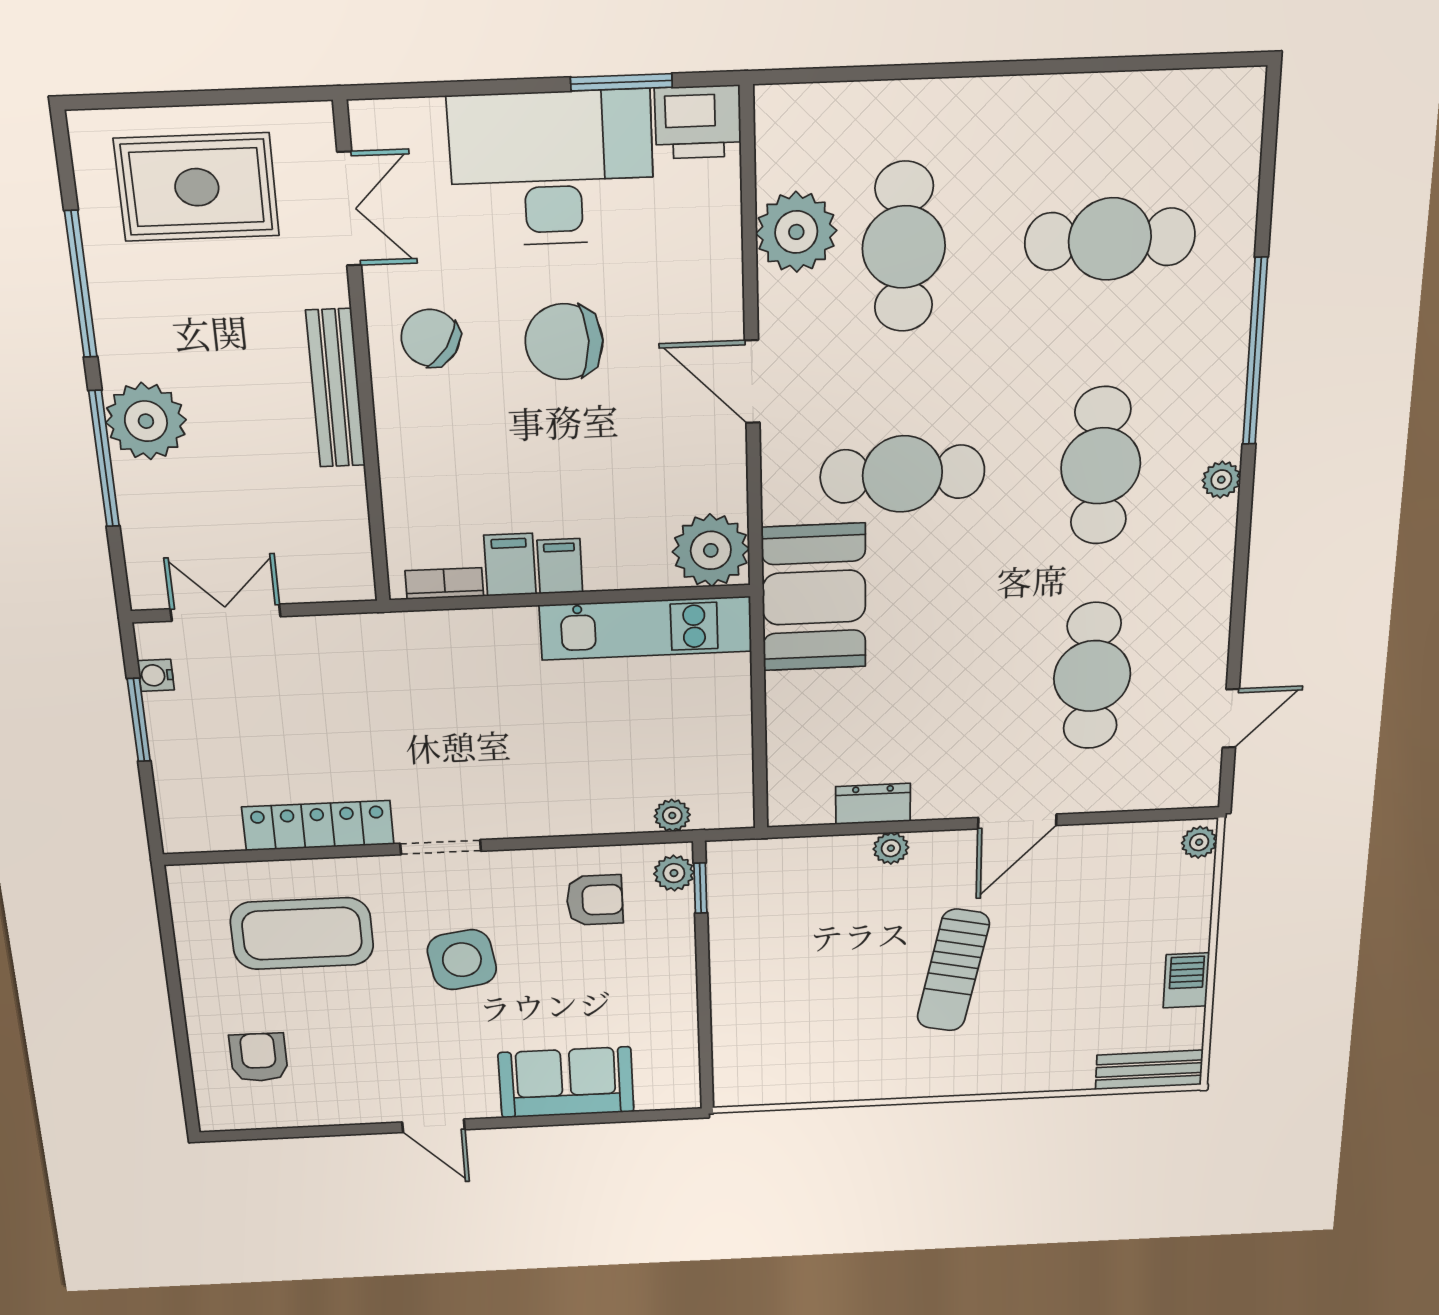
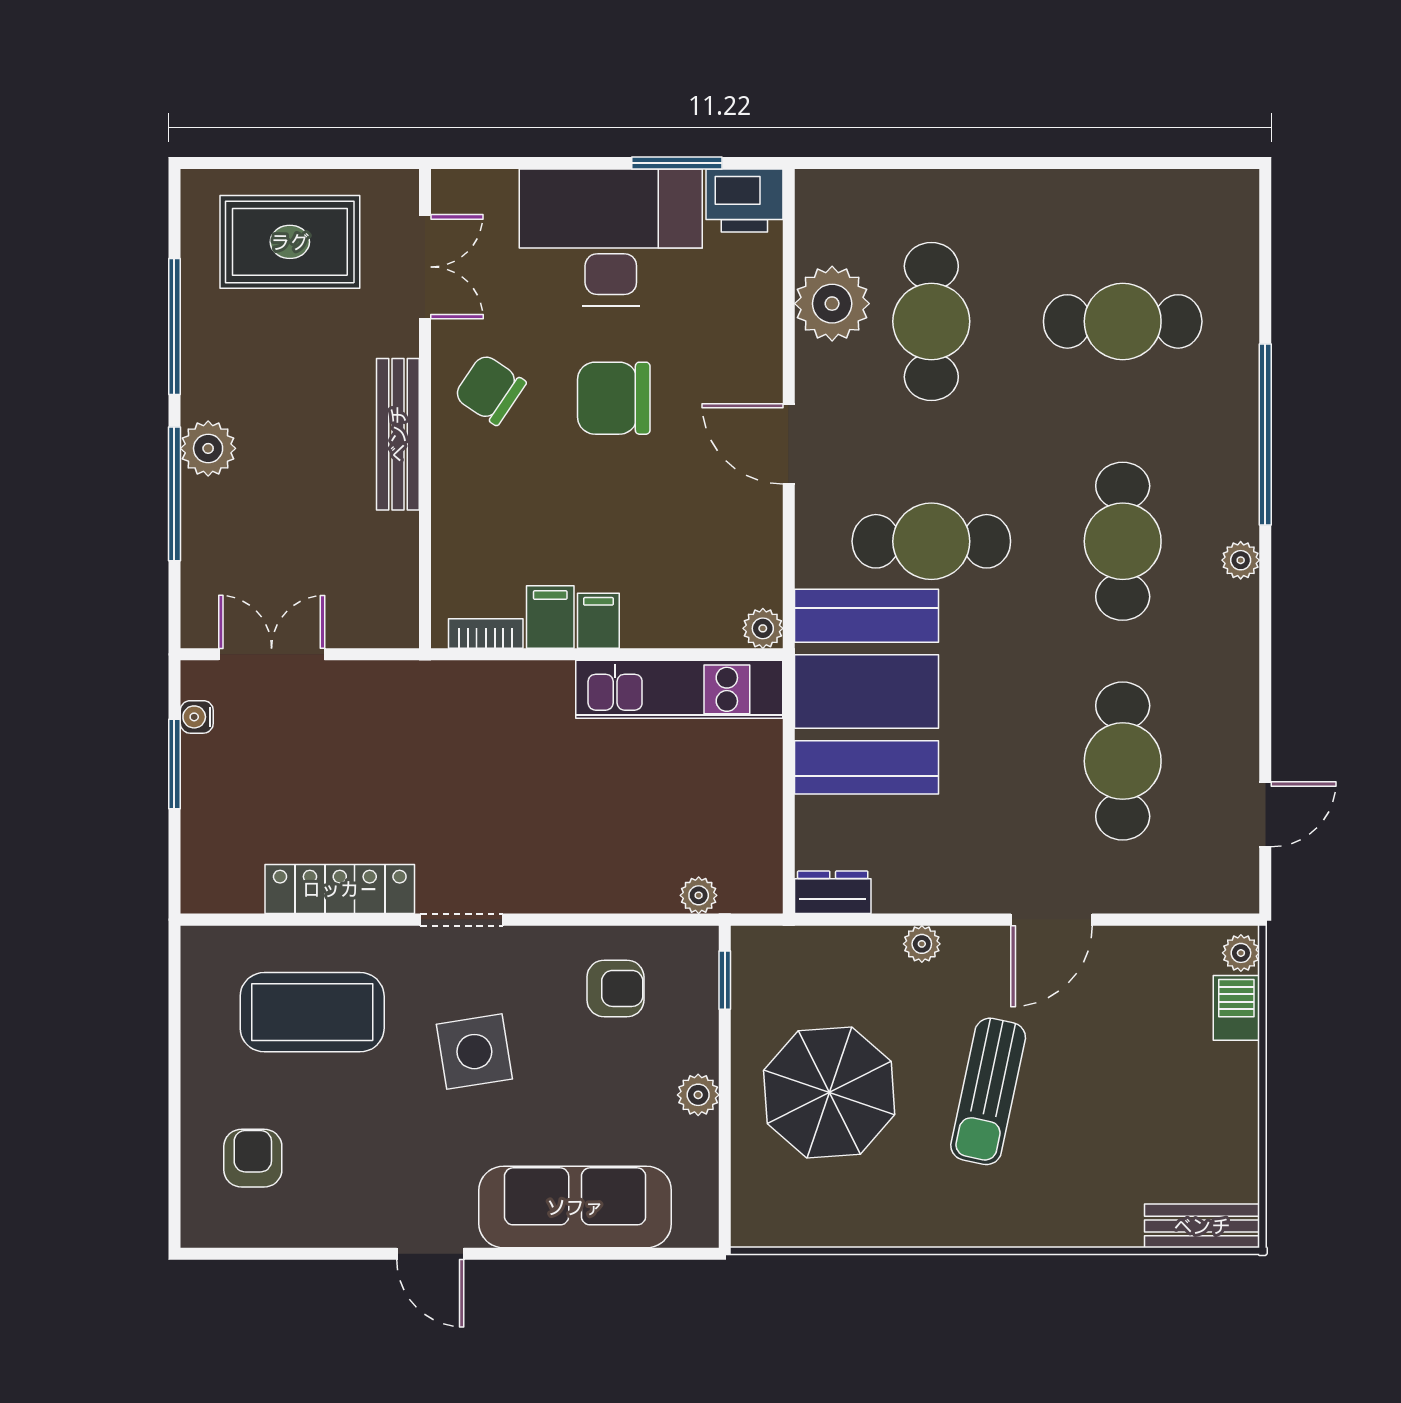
plant: (146, 421) -> (208, 448), width x0.73, depth x0.73
plant: (711, 550) -> (763, 628), width x0.53, depth x0.53
booth: (814, 597) -> (866, 692), width x1.36, depth x1.42
dresser: (873, 804) -> (833, 892), moved
plant: (674, 873) -> (698, 1095), moved
parasol: (803, 978) -> (829, 1093), added
barbecue: (1186, 980) -> (1236, 1008), moved
sofa: (566, 1082) -> (575, 1207), width x1.36

